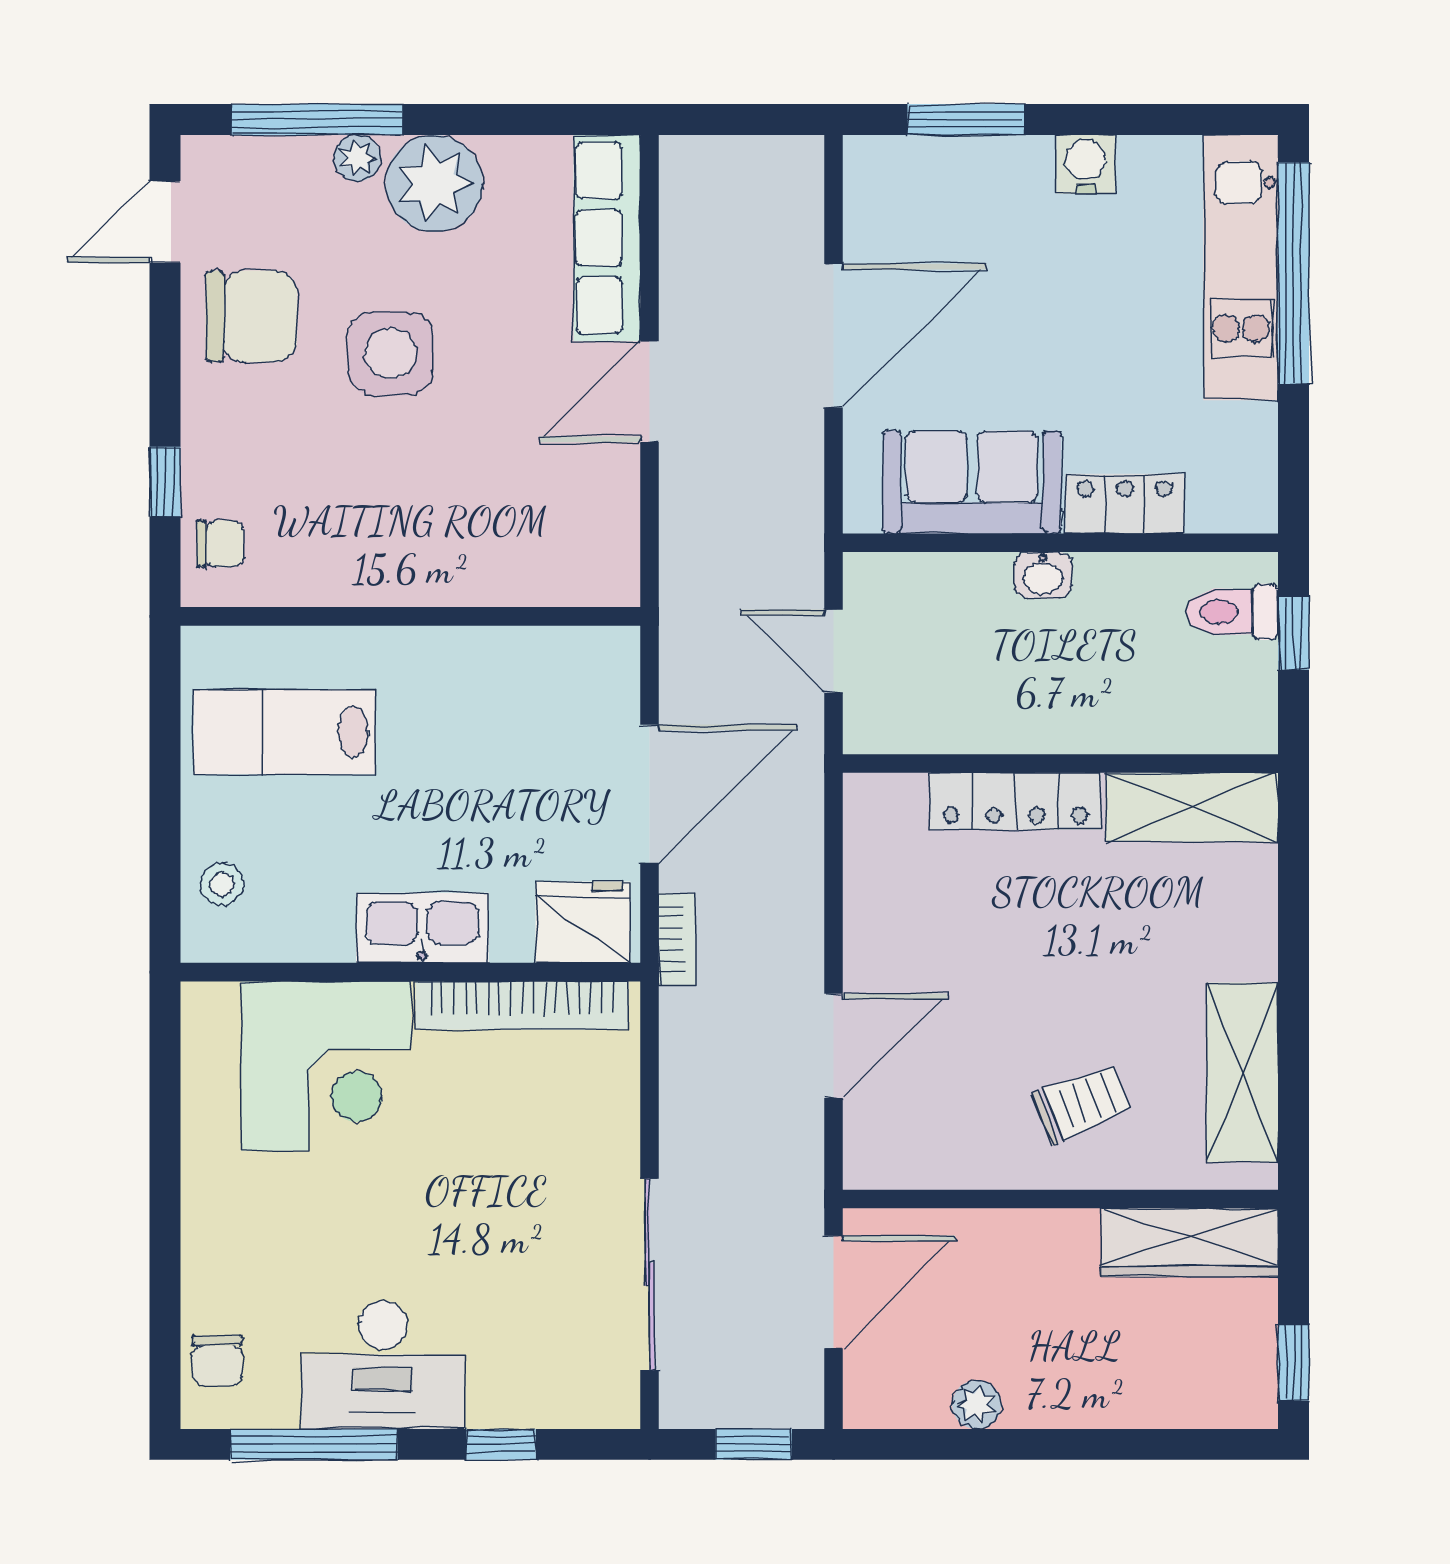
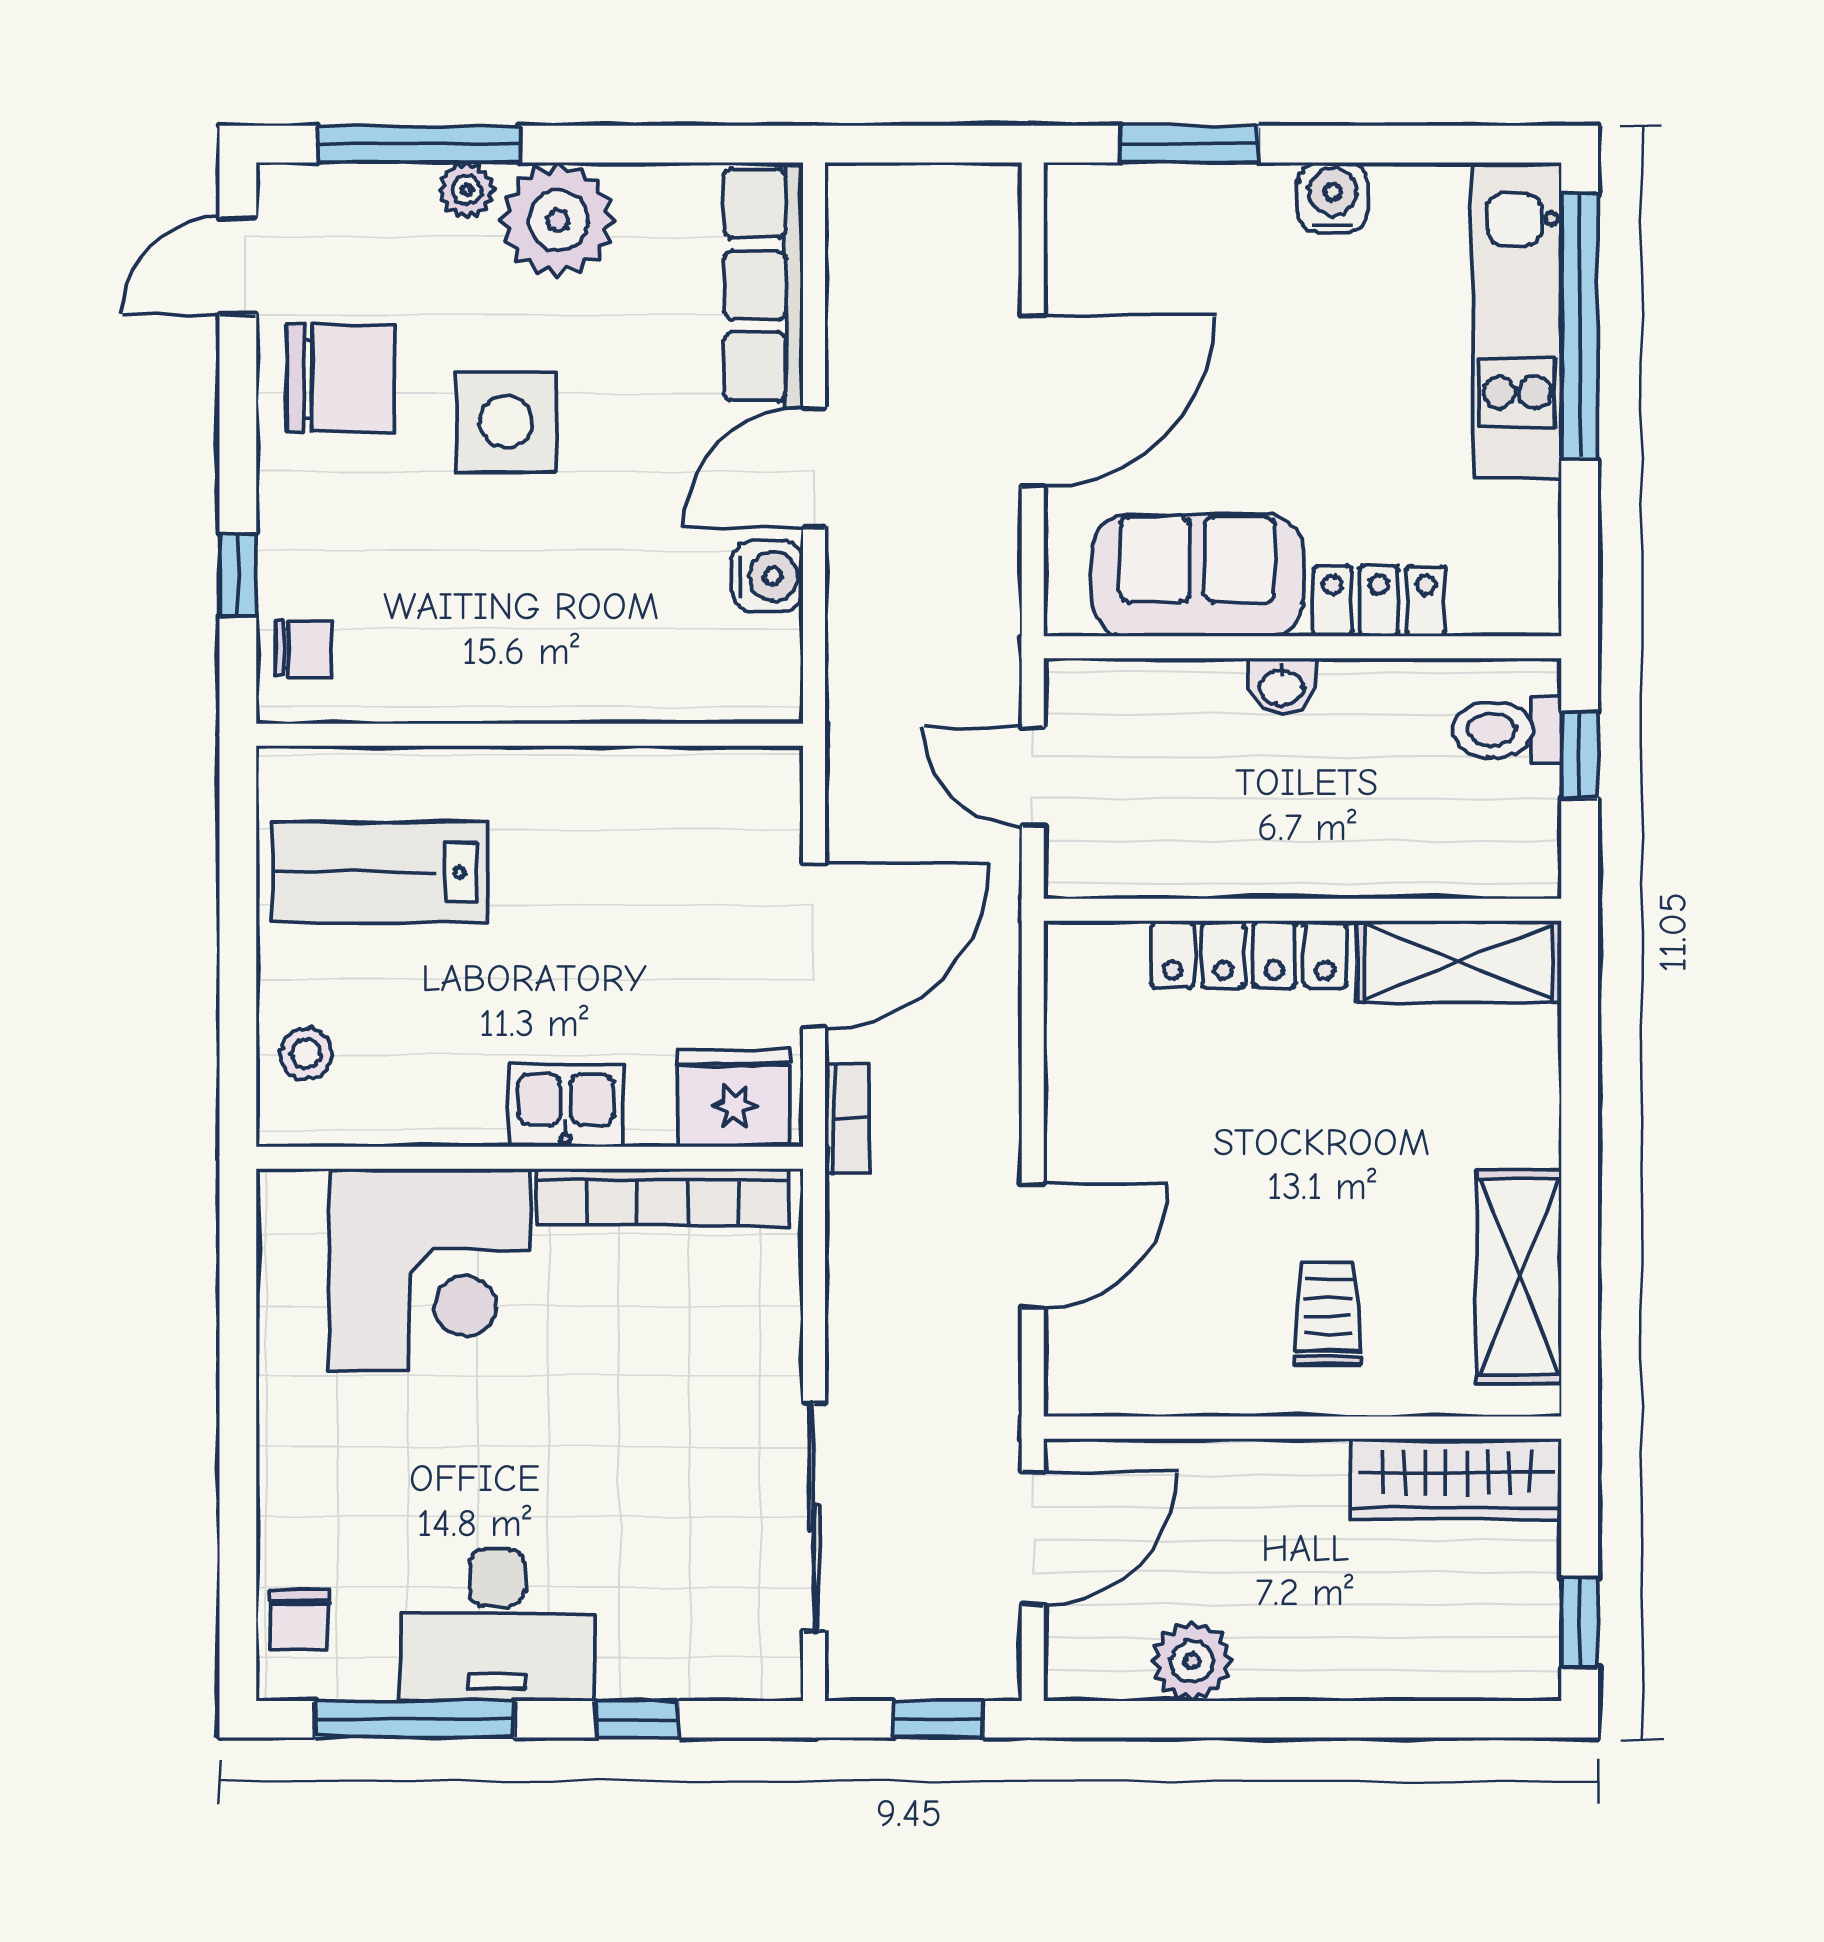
water cooler: (610, 483) -> (767, 576), added
kitchen sink: (422, 928) -> (565, 1105), width x0.73
trolley: (1082, 1103) -> (1328, 1314), turned -68
plant: (977, 1405) -> (1192, 1661), width x1.38, depth x1.38

